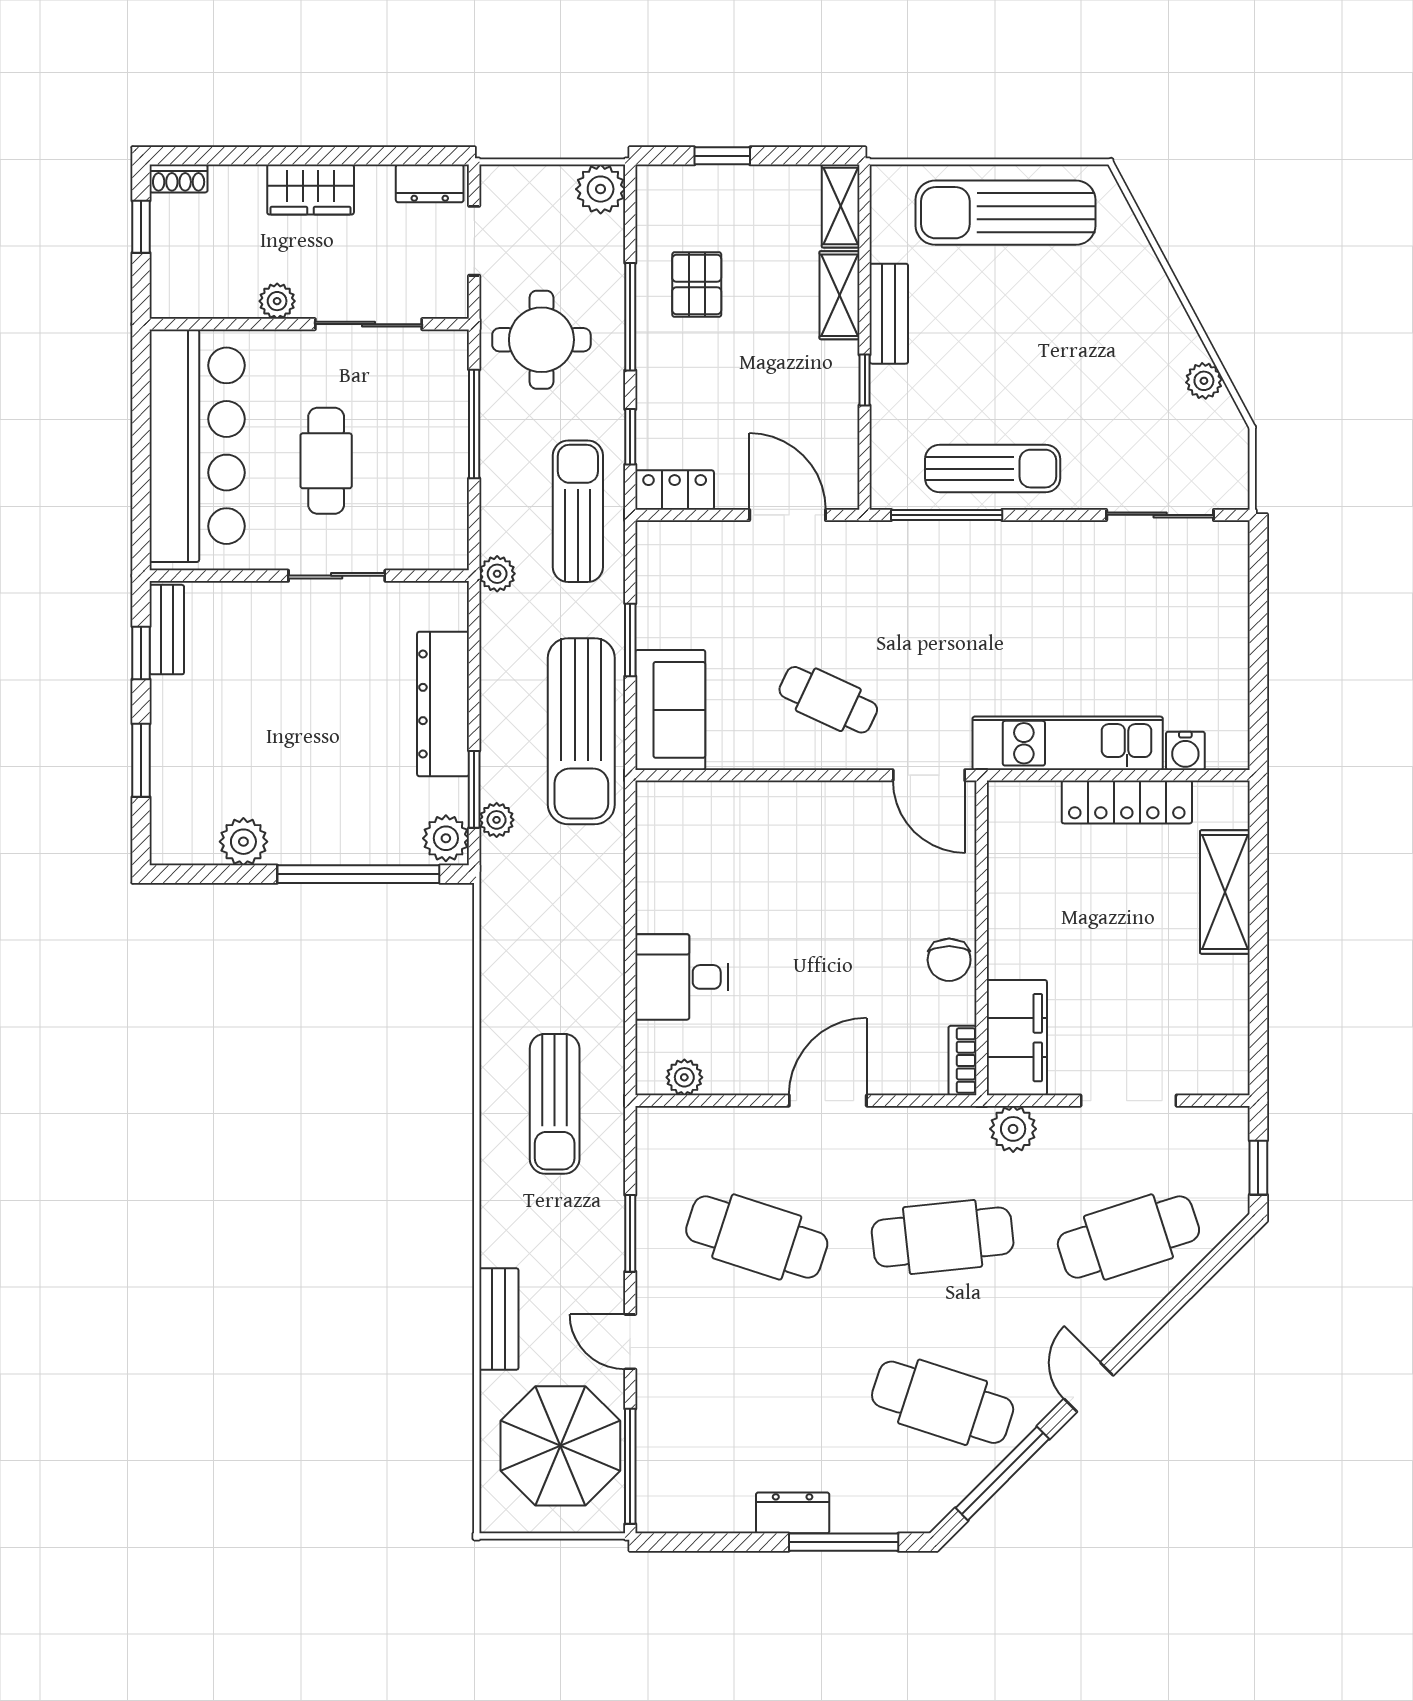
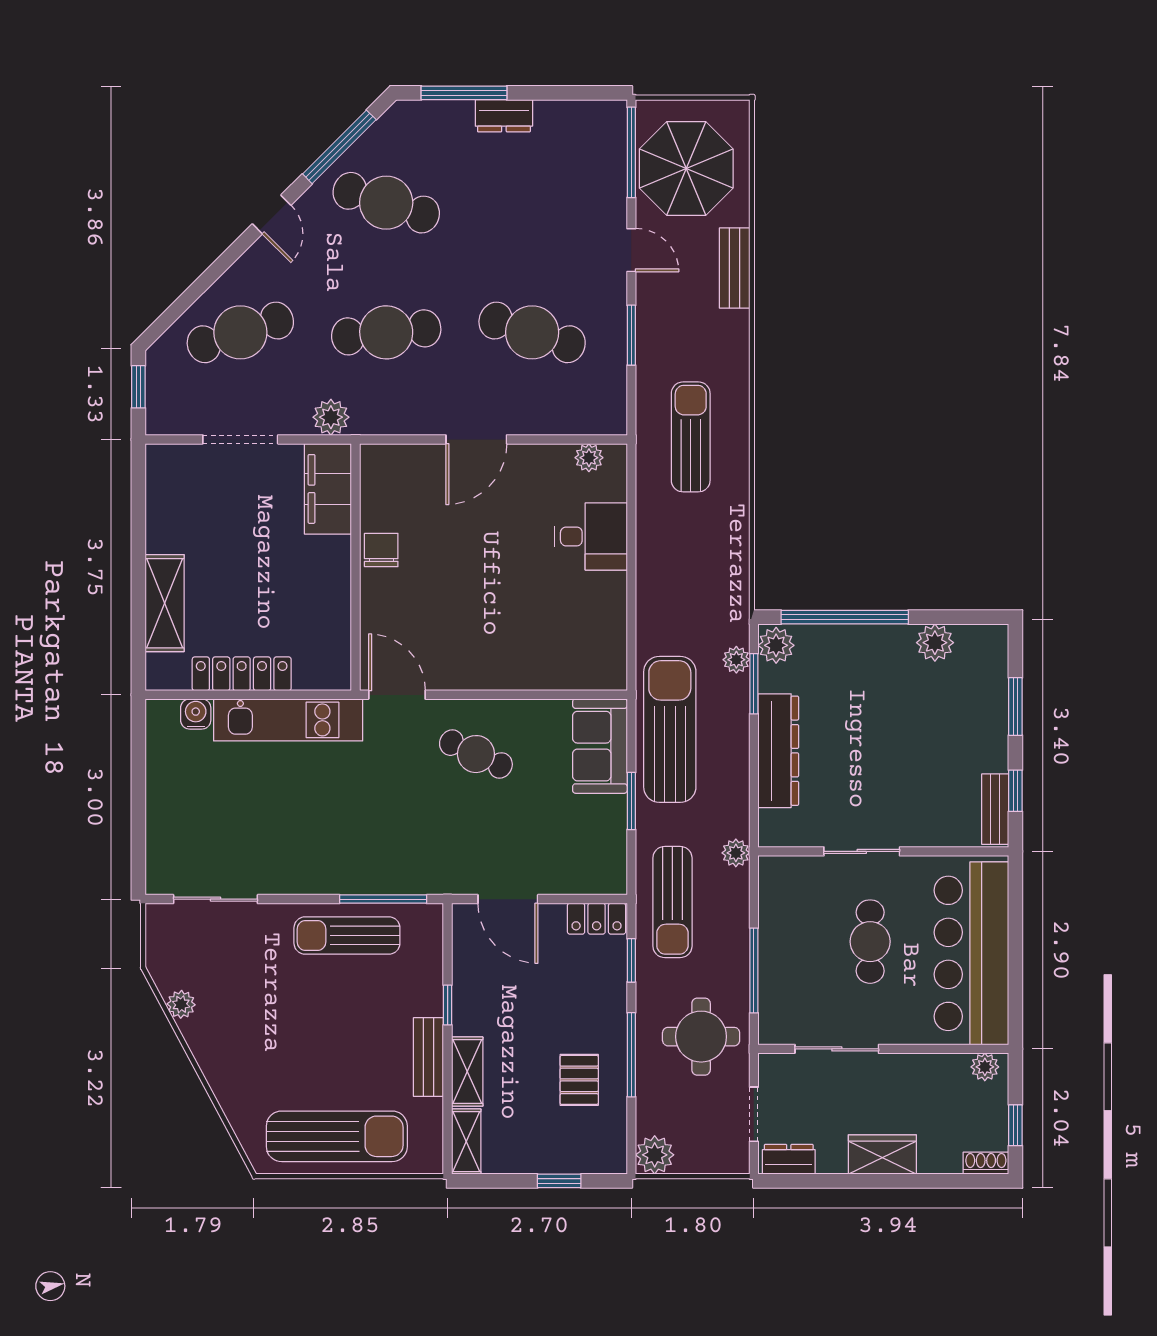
plant: (277, 301) -> (985, 1067), moved
bookcase: (963, 1061) -> (371, 471), removed

